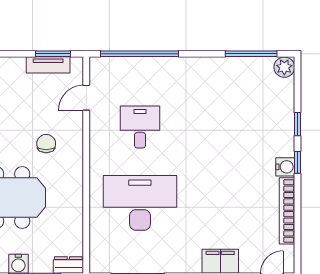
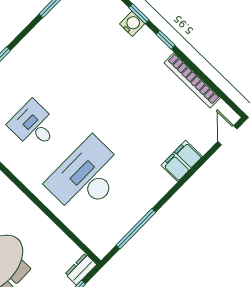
water cooler: (285, 167) -> (132, 24), moved

